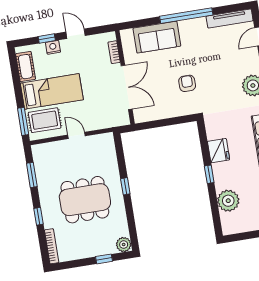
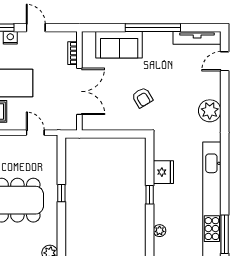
armchair: (187, 83) -> (142, 98), turned 149
door: (76, 135) -> (35, 133), moved
plant: (228, 201) -> (160, 231), width x0.53, depth x0.53

